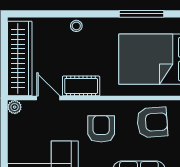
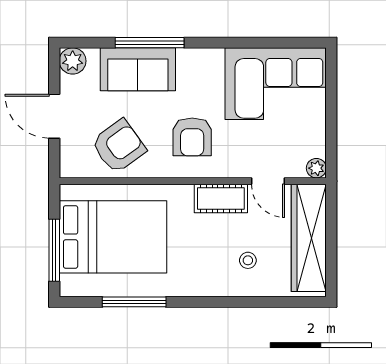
stool: (76, 26) -> (248, 260), moved
armchair: (152, 122) -> (119, 146), turned 148

